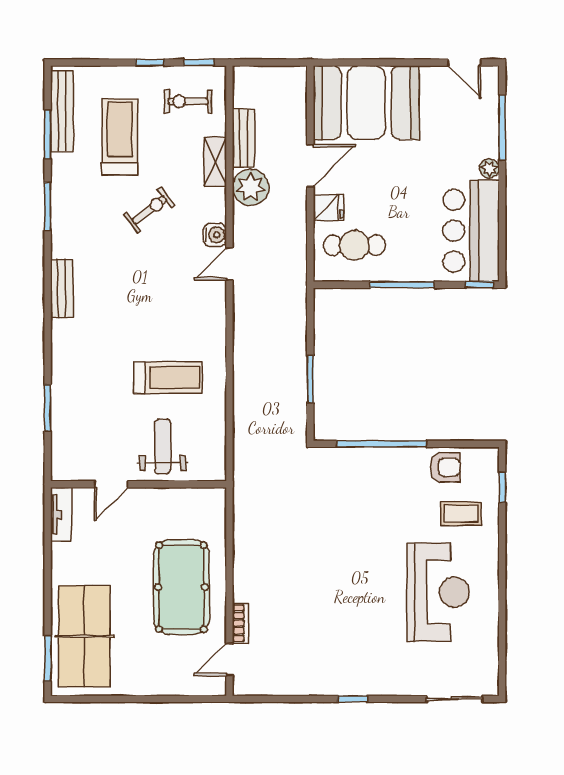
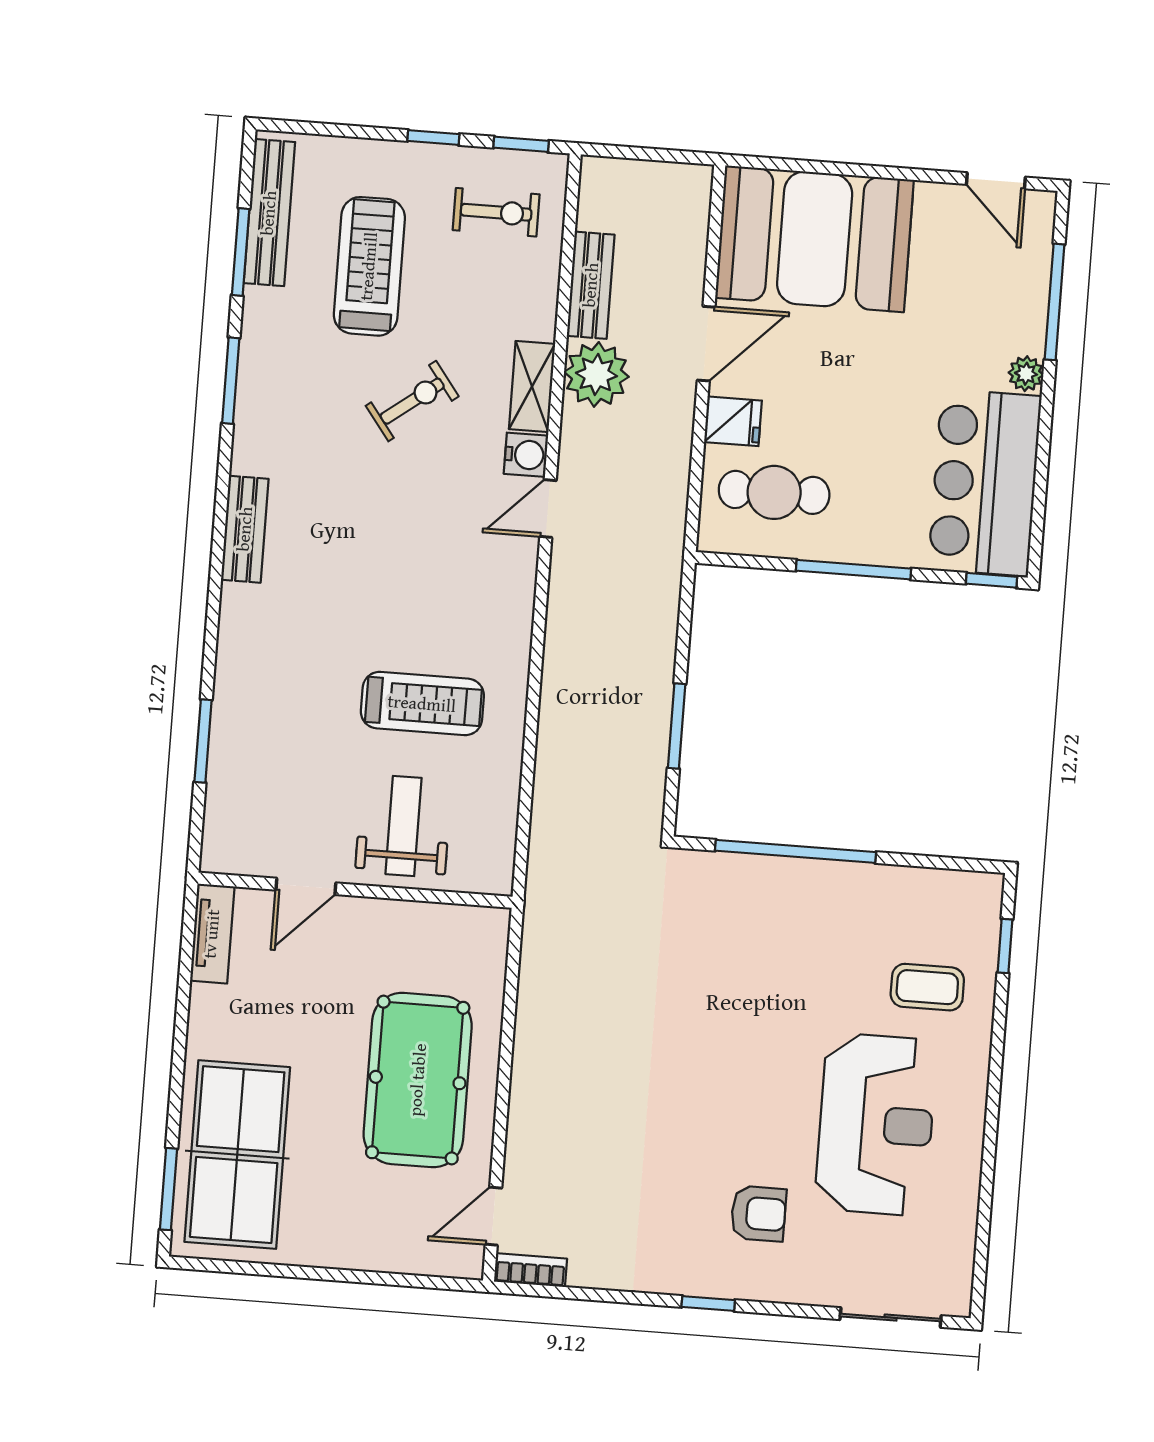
exercise bike: (188, 101) -> (496, 212), turned 180
shelving: (215, 162) -> (532, 386), moved
armchair: (445, 467) -> (758, 1214), moved
bookcase: (240, 623) -> (531, 1270), moved, turned -90

